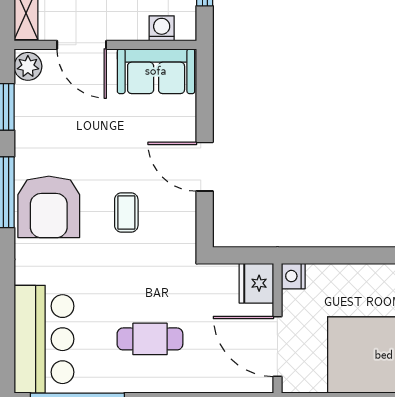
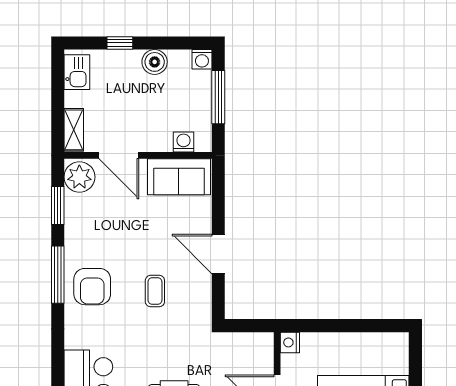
plant: (28, 66) -> (79, 177), width x1.36, depth x1.36
armchair: (49, 207) -> (92, 287), width x0.73, depth x0.73
fridge: (256, 283) -> (260, 348), removed

